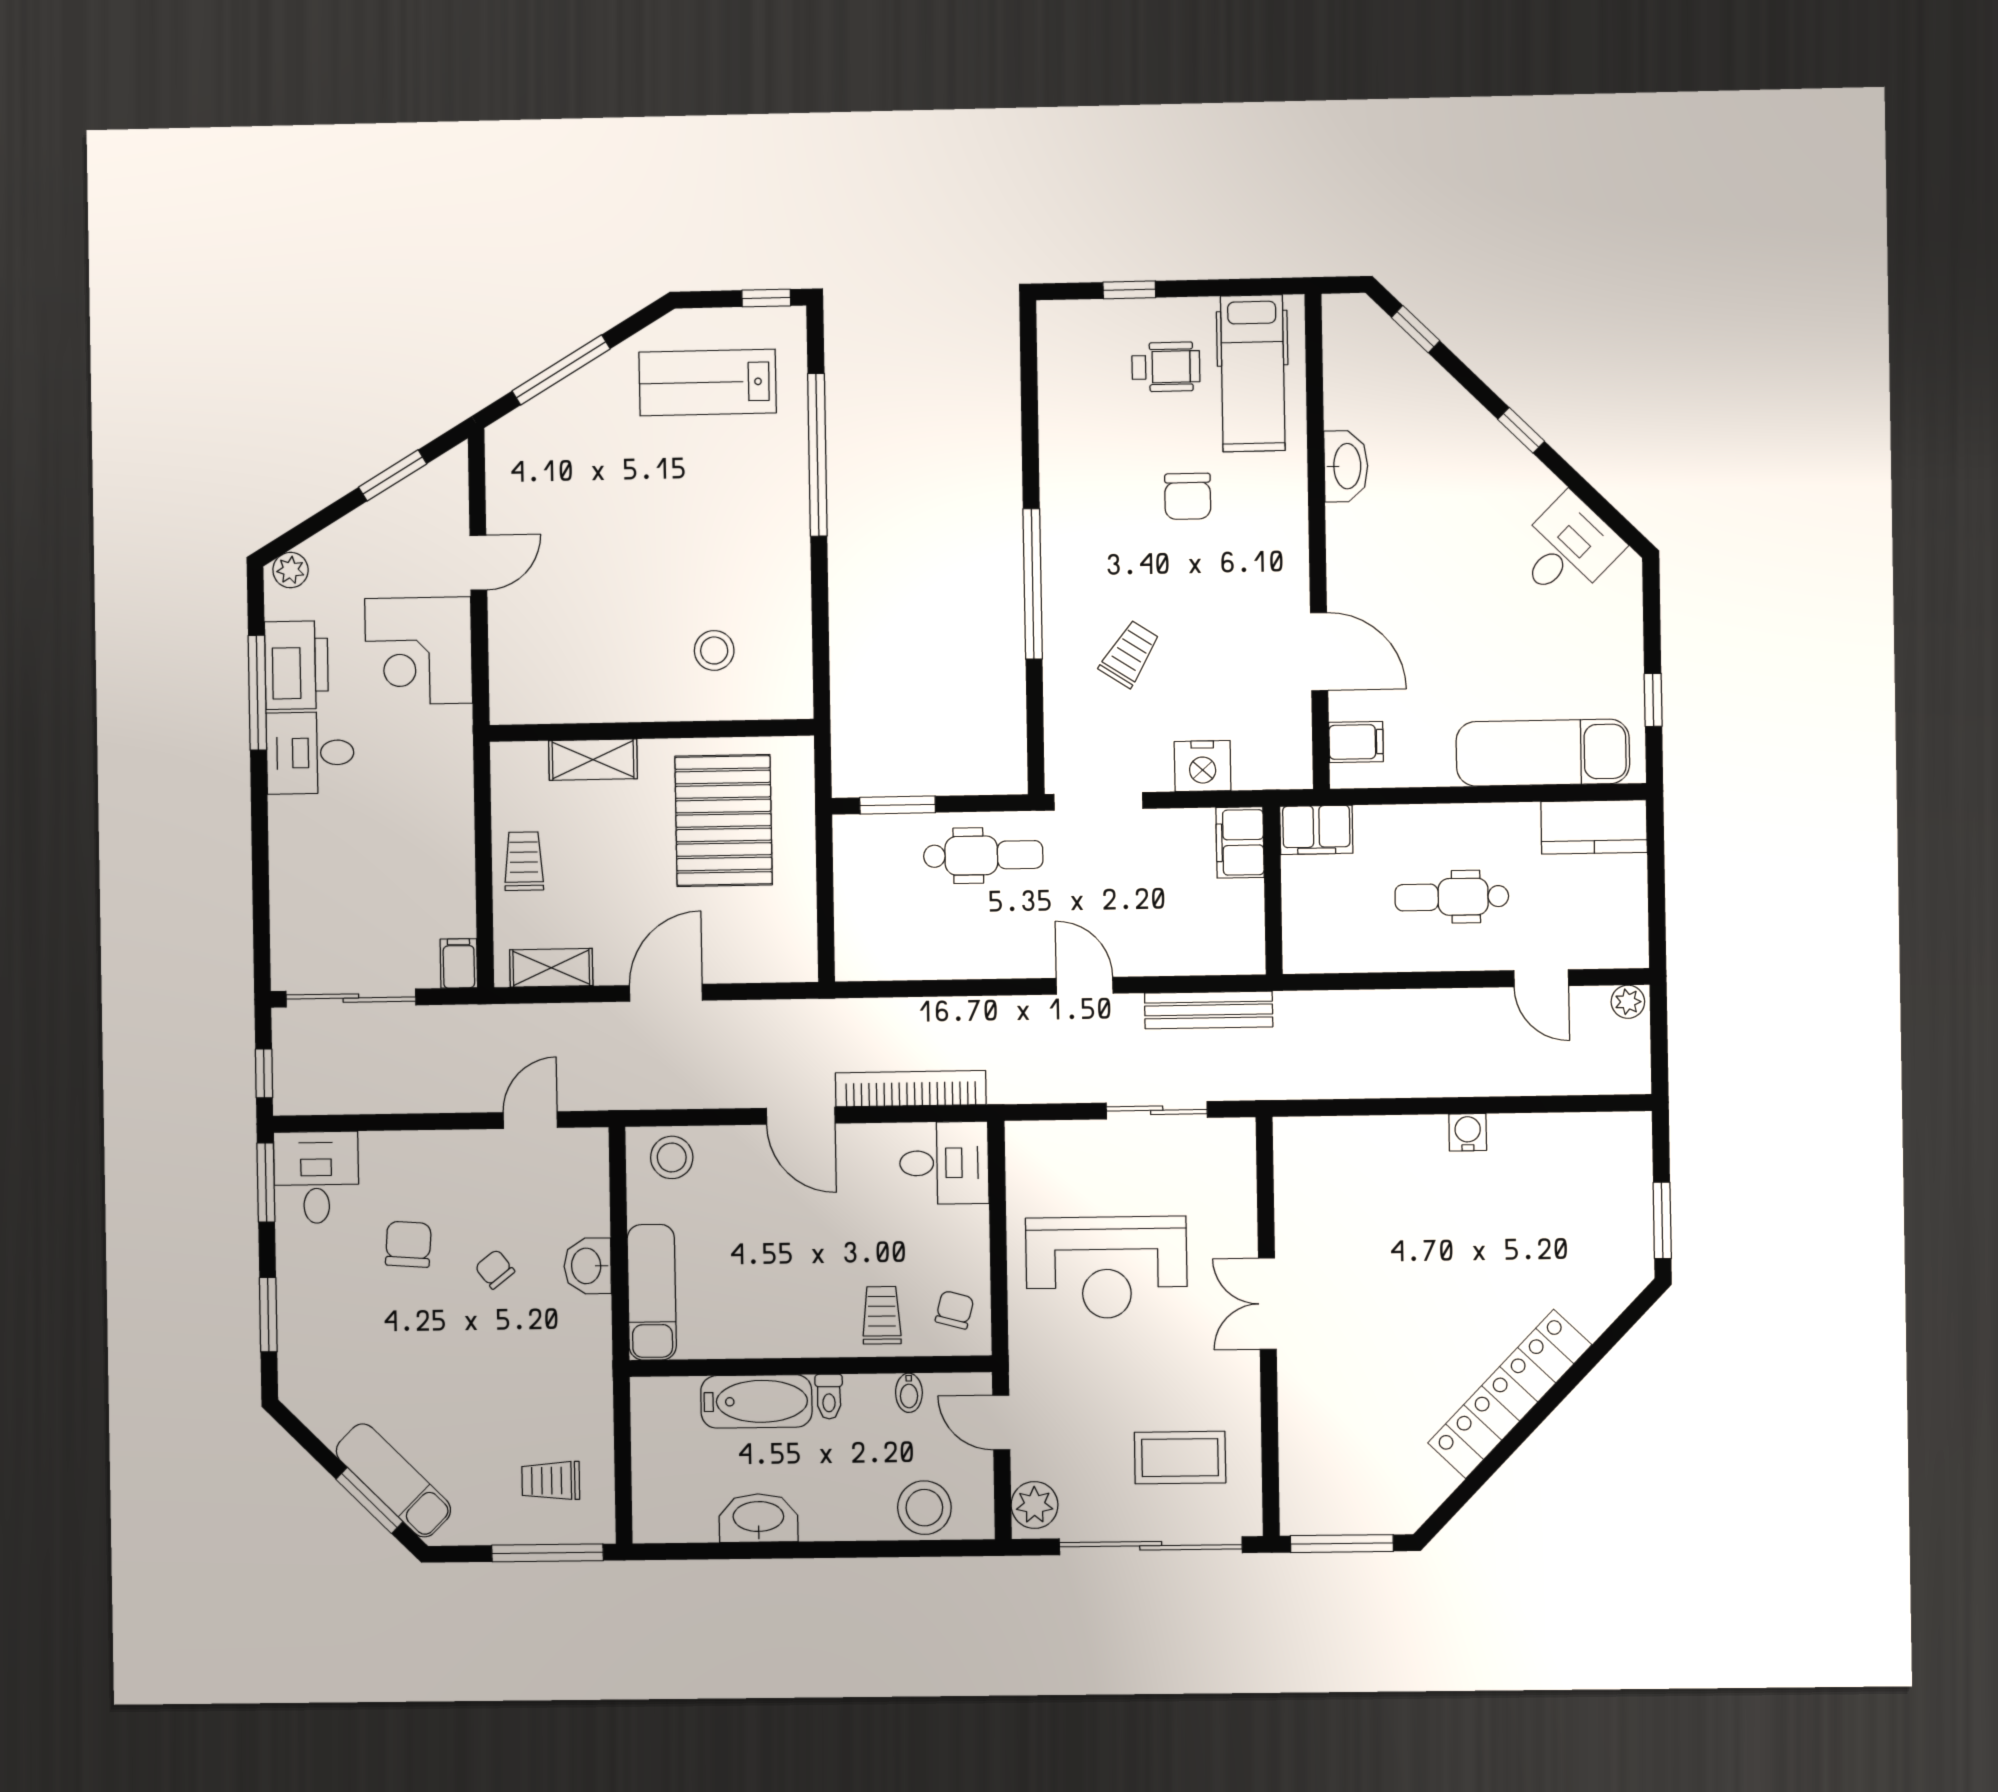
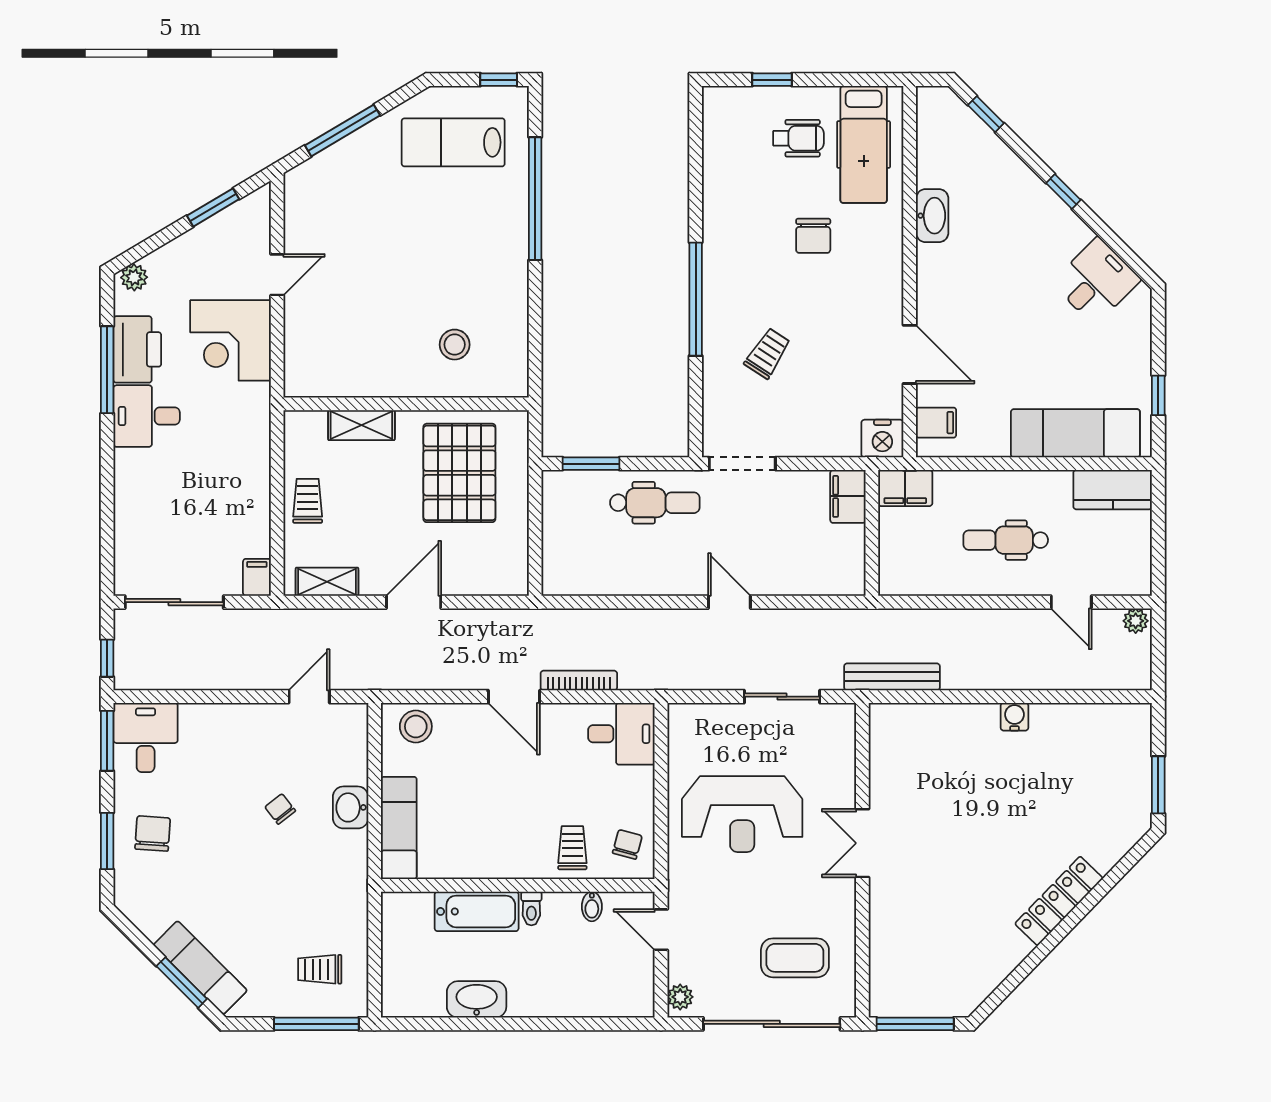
nightstand: (1203, 766) -> (882, 439), moved
bench: (1209, 1010) -> (892, 677), moved
bookcase: (911, 1089) -> (579, 680), width x0.68, depth x0.76
chair: (408, 1244) -> (153, 834), moved
locker: (1510, 1394) -> (1059, 901), width x0.71, depth x0.83
plant: (1035, 1505) -> (680, 997), width x0.73, depth x0.73
stool: (924, 1508) -> (602, 993), removed

